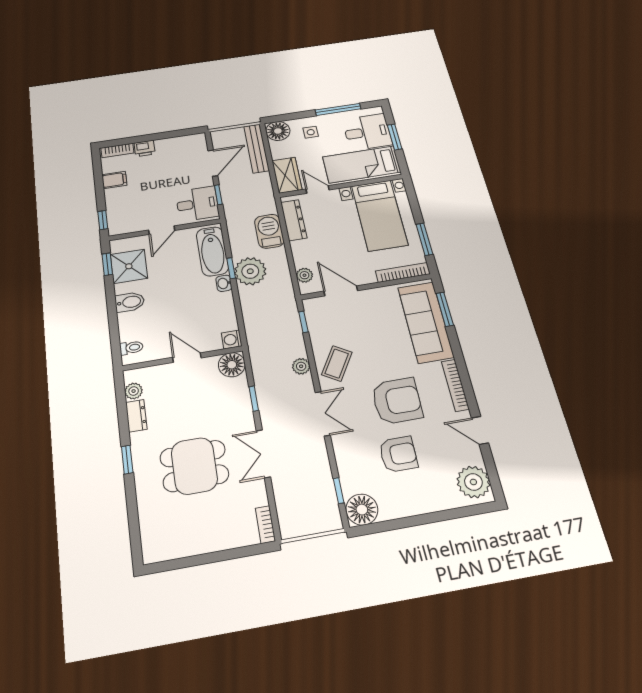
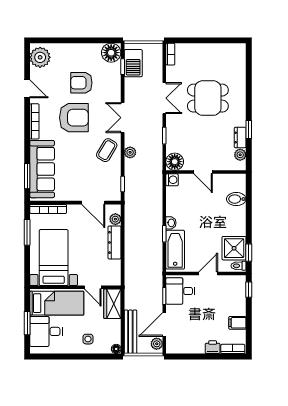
window: (338, 109) -> (63, 356), removed
floor lamp: (278, 131) -> (116, 349), width x0.53, depth x0.53
dresser: (294, 220) -> (114, 242), moved
barbecue: (269, 231) -> (133, 63), moved
plant: (250, 271) -> (157, 344), moved, width x0.53, depth x0.53
bidet: (130, 302) -> (236, 199), moved
toilet: (131, 348) -> (239, 266), moved
armchair: (397, 401) -> (74, 118), turned 180
window: (127, 460) -> (249, 129), moved

